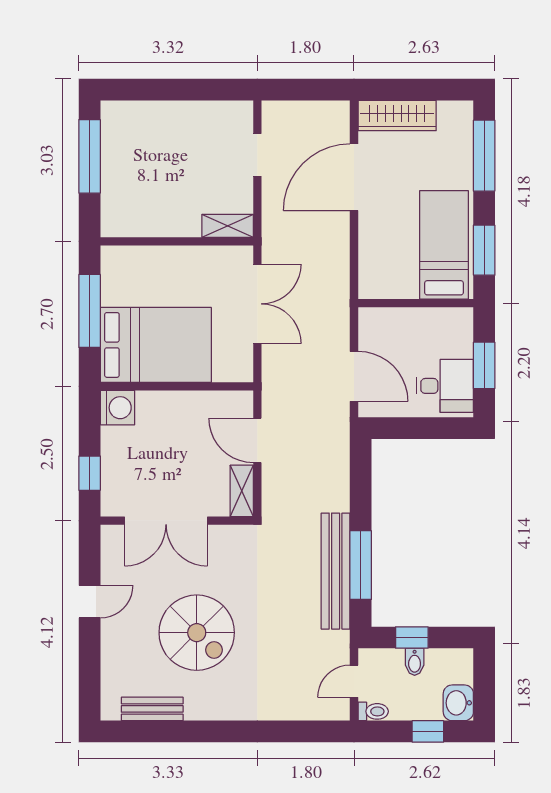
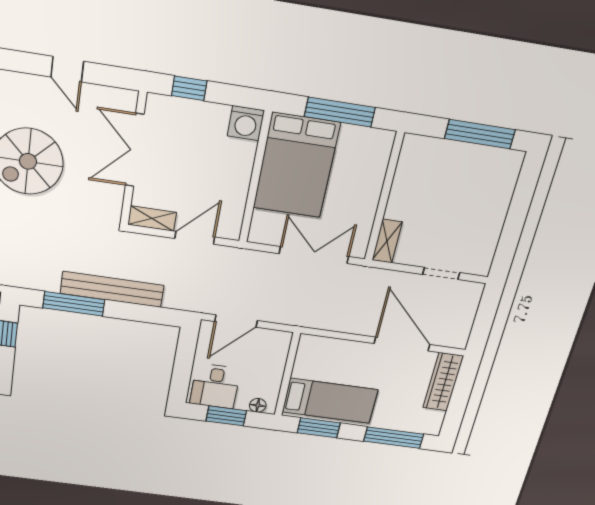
double door: (257, 304) -> (314, 255), swing flipped
floor lamp: (464, 330) -> (258, 405), added
bench: (336, 571) -> (112, 289), moved

